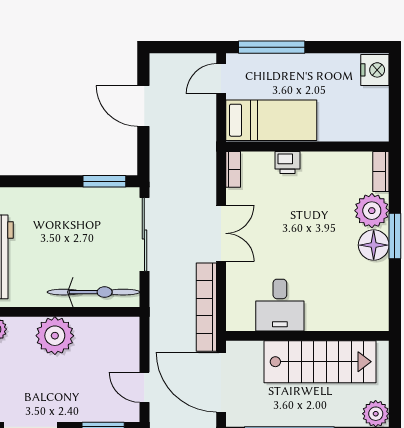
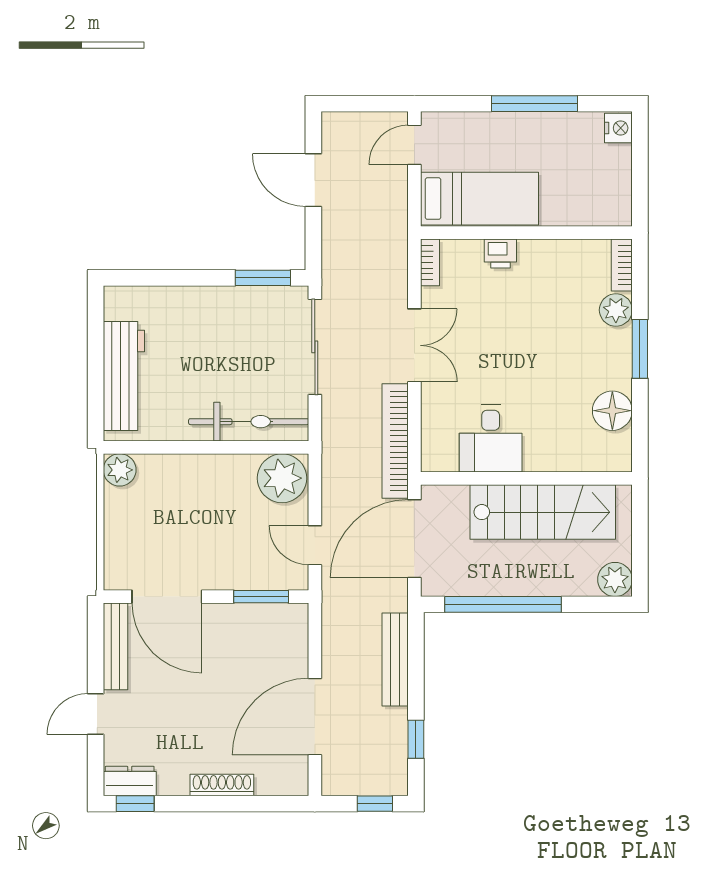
window: (272, 47) -> (534, 104), moved
nightstand: (375, 70) -> (618, 128), width x0.74, depth x0.75
plant: (372, 211) -> (616, 310), width x0.73, depth x0.73
floor lamp: (374, 245) -> (612, 411), moved
plant: (55, 336) -> (282, 478), moved
door: (221, 382) -> (414, 539), hinge flipped

